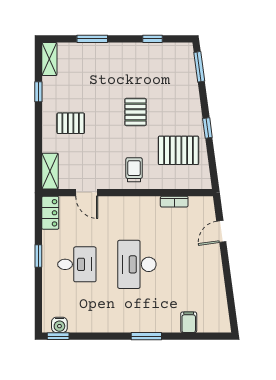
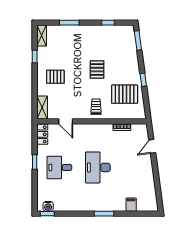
desk: (77, 264) -> (59, 167), turned 180

